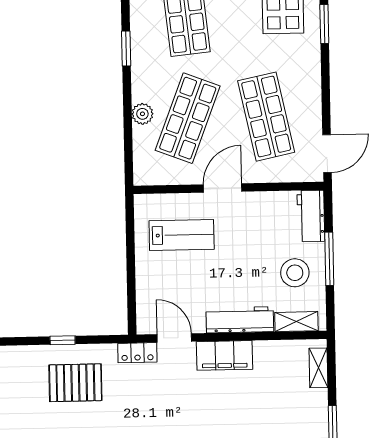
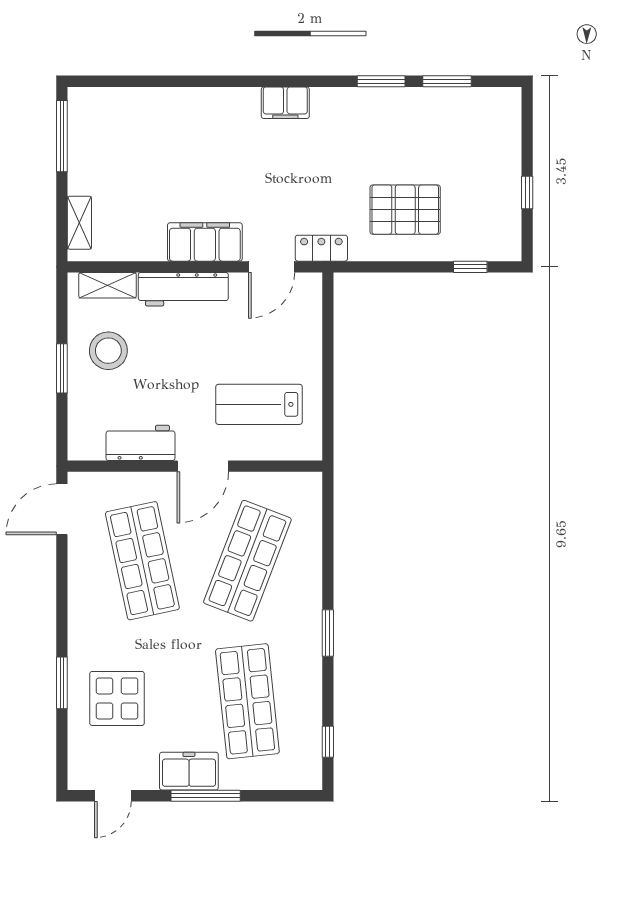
window: (126, 48) -> (328, 633), moved
plant: (142, 114) -> (308, 568), removed
workbench: (311, 216) -> (140, 443), moved, turned -90
window: (329, 259) -> (62, 368), width x0.69
door: (174, 338) -> (272, 267), hinge flipped
window: (63, 340) -> (470, 267), moved

